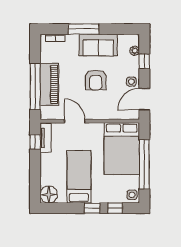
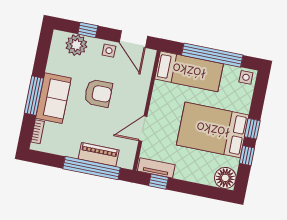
sofa: (98, 45) -> (53, 98), moved
plant: (135, 51) -> (76, 45), width x1.88, depth x1.88
piano: (49, 84) -> (99, 155), width x0.73, depth x0.75
bed: (122, 149) -> (189, 71), width x0.67
bed: (79, 177) -> (213, 130), width x1.50
window: (115, 208) -> (247, 156), moved

